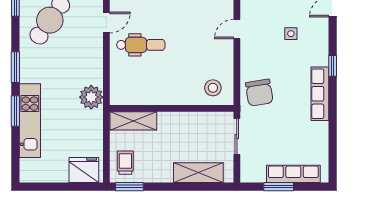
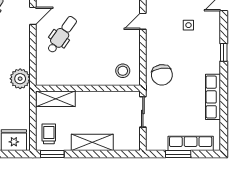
dental chair: (141, 45) -> (62, 35), turned -55
row of seats: (320, 94) -> (213, 97), moved
shelving: (198, 173) -> (92, 142), moved

